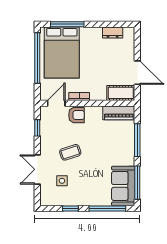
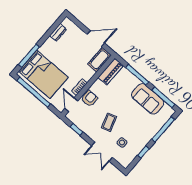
sofa: (123, 186) -> (148, 99), moved

